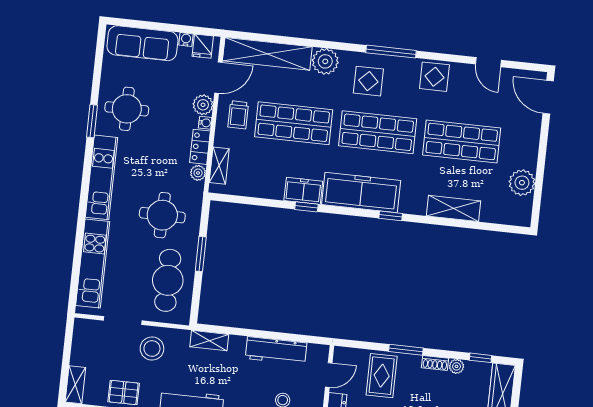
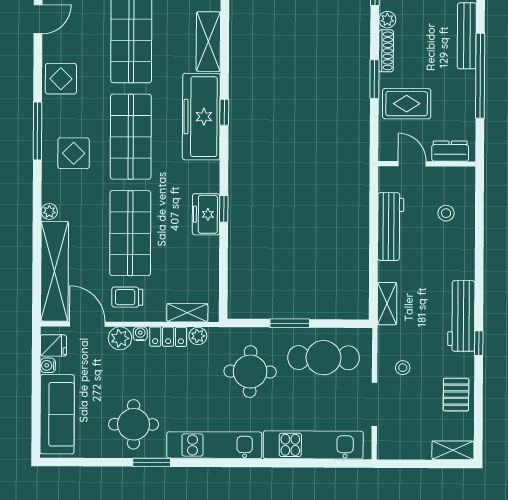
plant: (325, 61) -> (49, 212), width x0.53, depth x0.53
trolley: (238, 115) -> (127, 297), turned 180
freezer: (361, 193) -> (201, 117), moved
stool: (152, 348) -> (403, 368), width x0.53, depth x0.53
shoe rack: (435, 363) -> (386, 51), width x1.43

